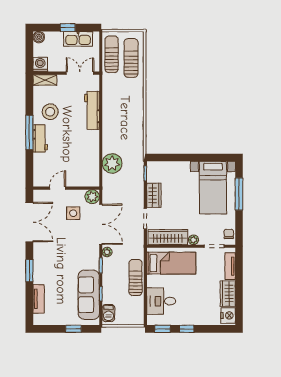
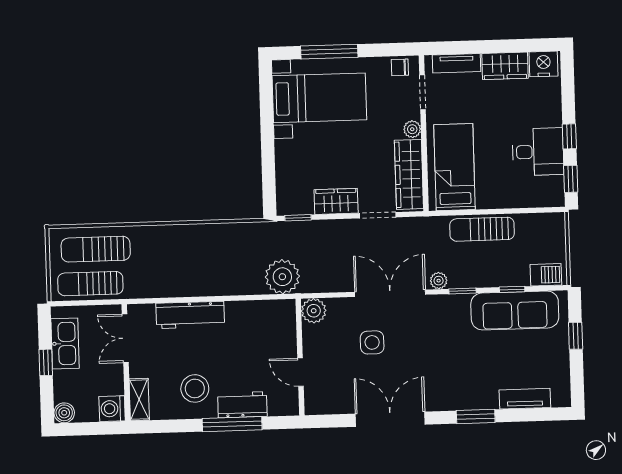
door: (58, 188) -> (301, 372), moved
wall: (66, 188) -> (300, 357), moved
plant: (92, 197) -> (314, 311), moved
desk: (161, 301) -> (538, 152), moved, turned -90

